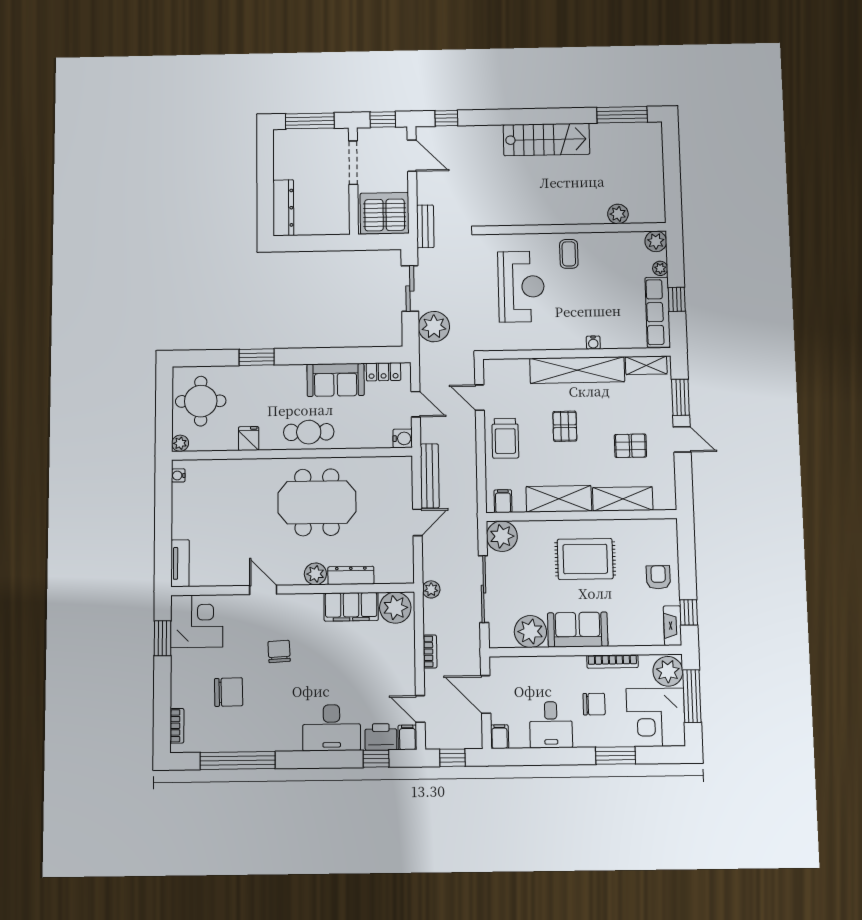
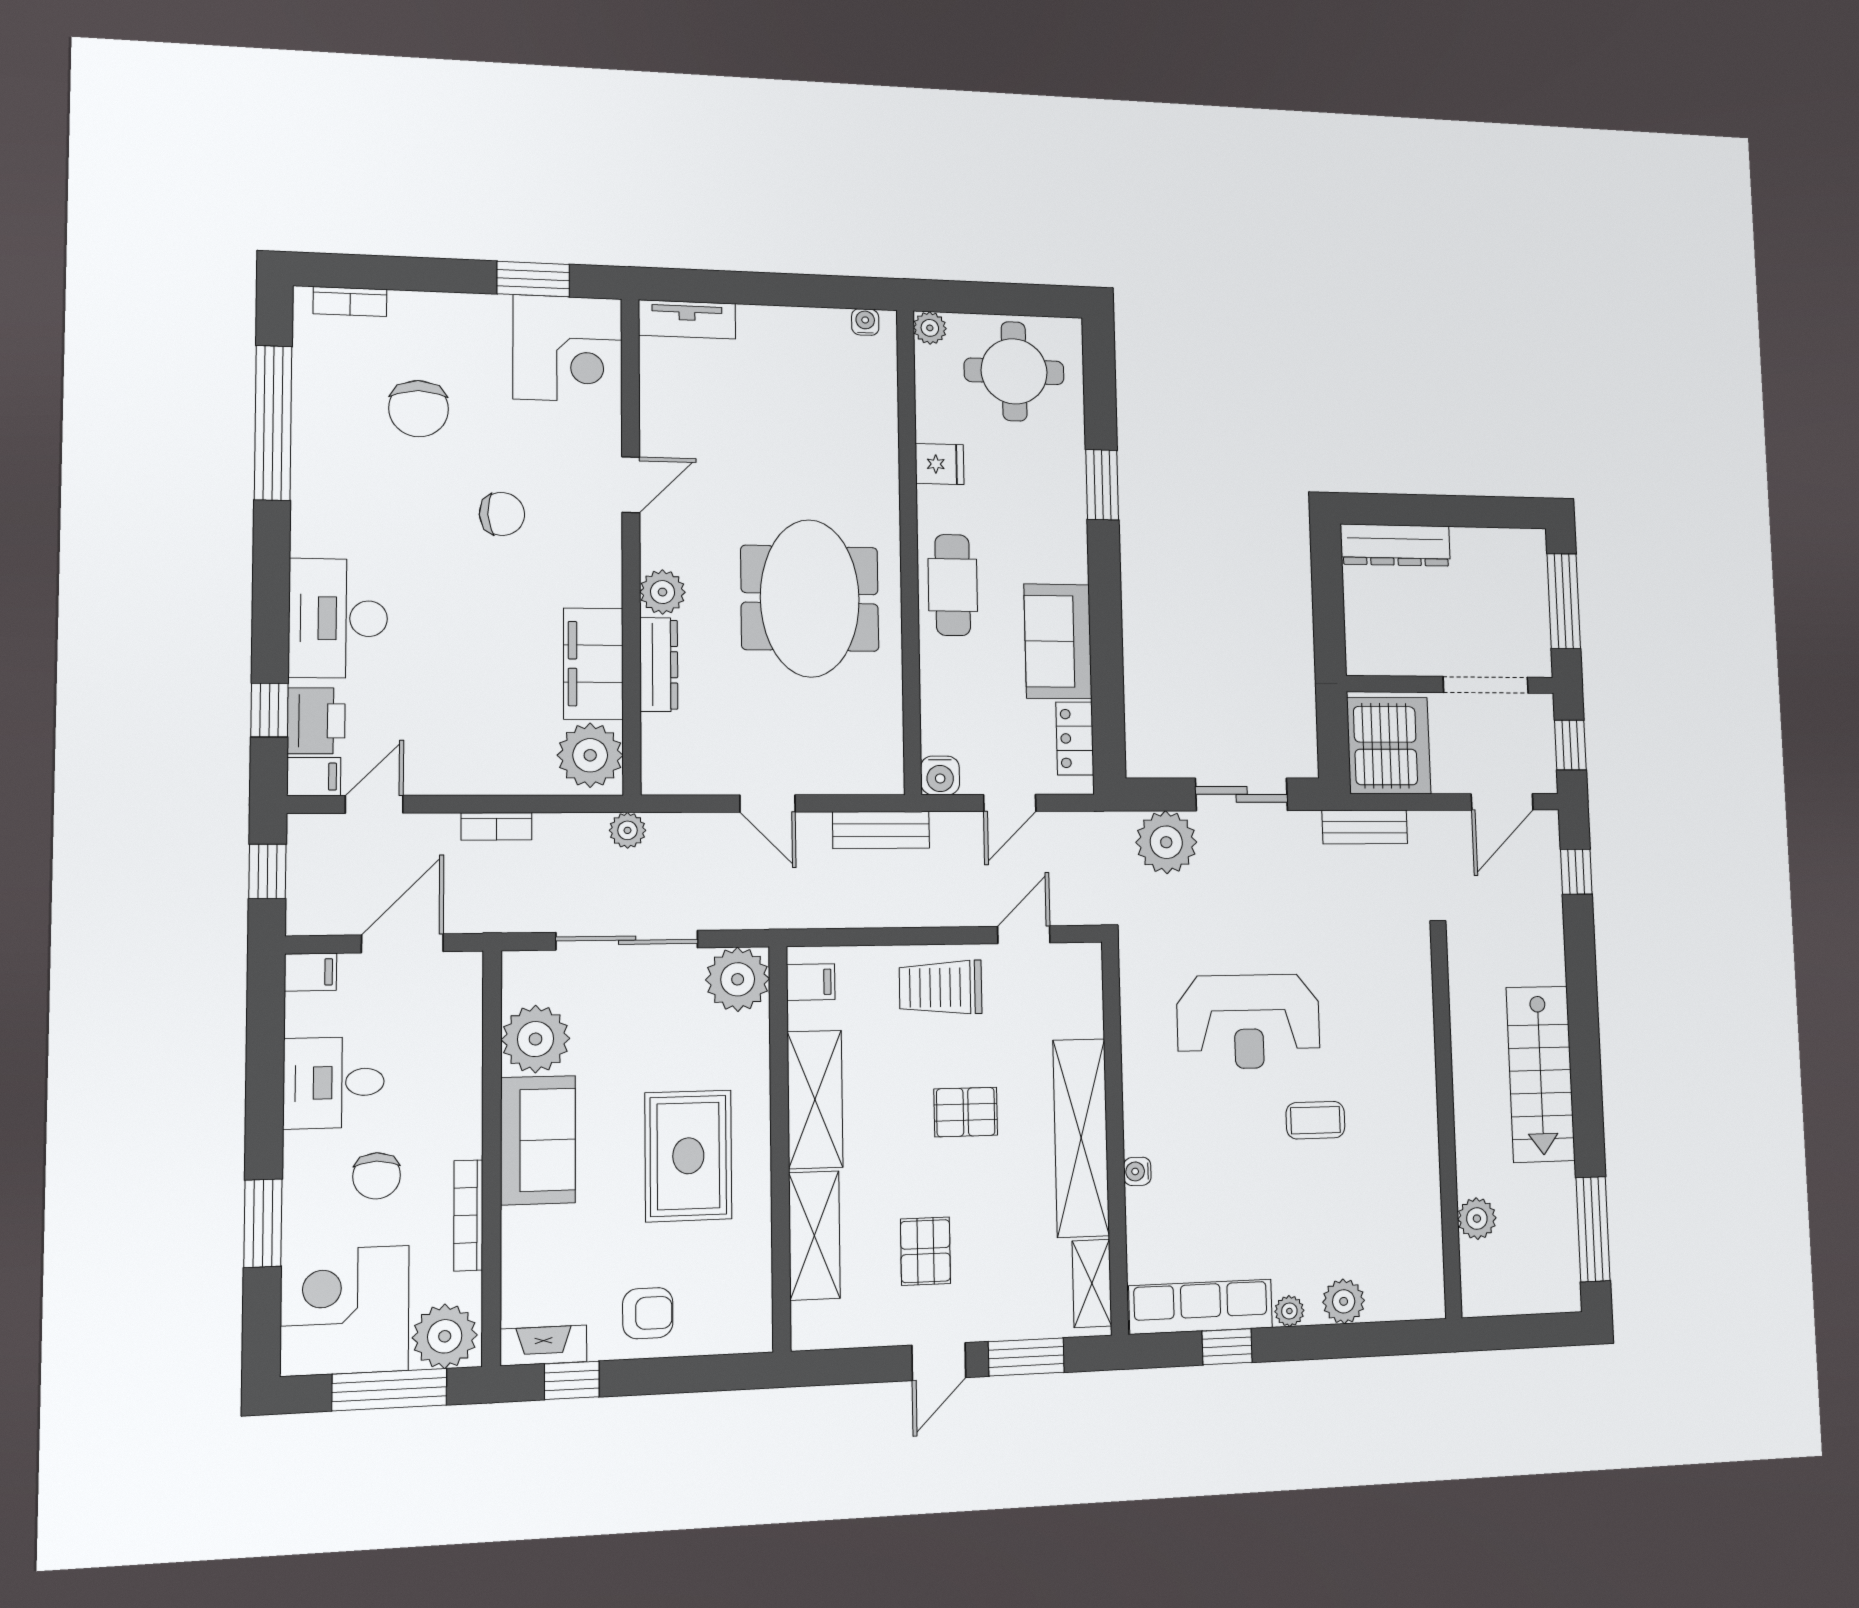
plant: (618, 214) -> (1477, 1219), moved
wall: (573, 229) -> (1446, 1126), moved
bench: (430, 476) -> (881, 830), width x0.73

